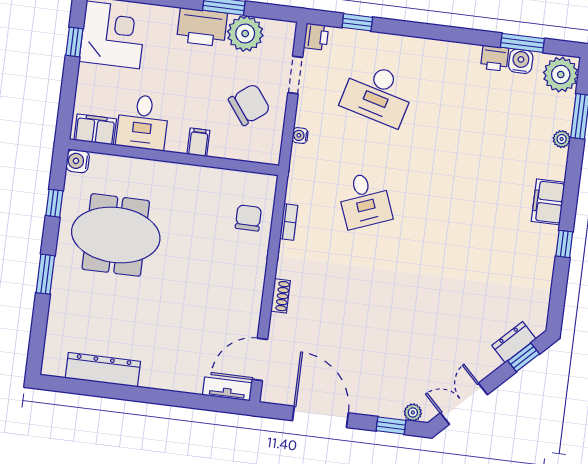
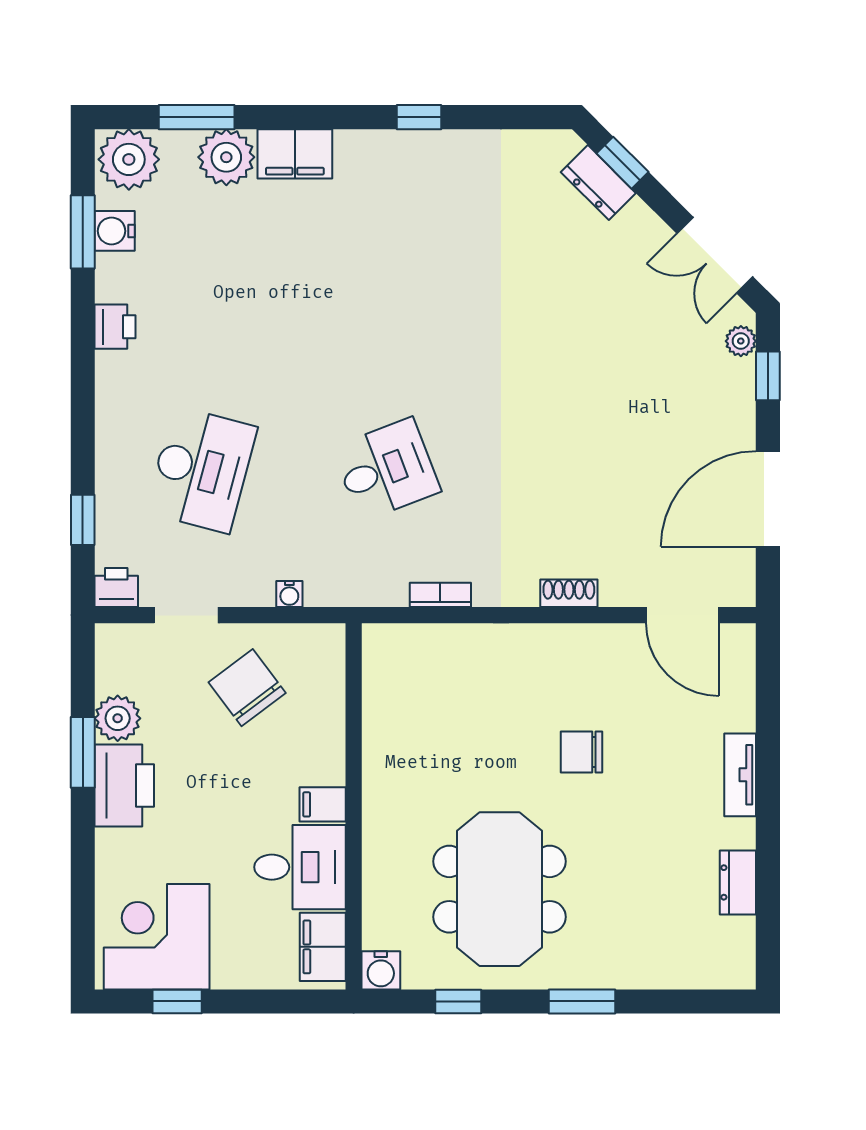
plant: (245, 34) -> (118, 718), width x0.73, depth x0.73
printer: (495, 58) -> (115, 327), moved
plant: (562, 139) -> (226, 157), width x1.87, depth x1.87
filing cabinet: (198, 142) -> (323, 804), moved
filing cabinet: (548, 202) -> (295, 154), moved
chair: (248, 218) -> (582, 752), moved
dresser: (103, 370) -> (738, 882), width x0.51, depth x0.80
tv unit: (227, 389) -> (740, 775), moved

